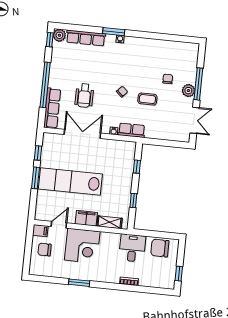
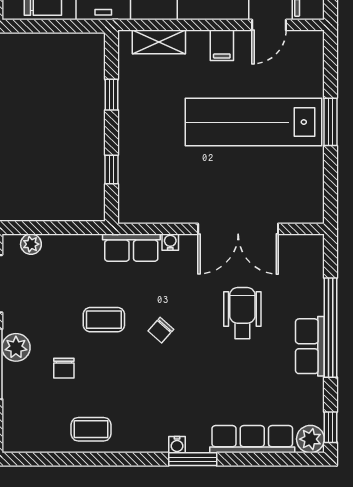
coffee table: (158, 50) -> (91, 429), added
row of seats: (52, 108) -> (310, 346), moved, width x0.68
plant: (177, 137) -> (31, 244), added
window: (38, 153) -> (331, 177), removed
lab bench: (70, 181) -> (253, 122), turned 180
filing cabinet: (86, 218) -> (222, 45), width x0.50

